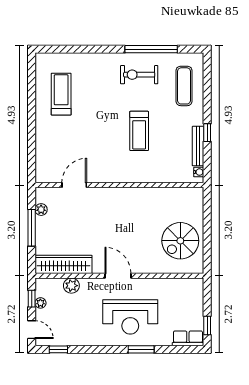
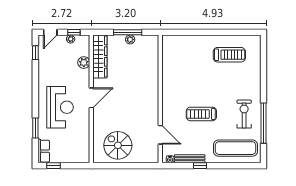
exercise mat: (184, 86) -> (236, 148), width x1.36, depth x1.45
door: (74, 185) -> (160, 135), moved
plant: (41, 210) -> (130, 39), moved
reception desk: (130, 317) -> (60, 107), turned 180
window: (141, 349) -> (35, 128), moved

